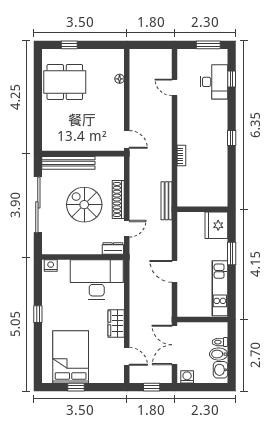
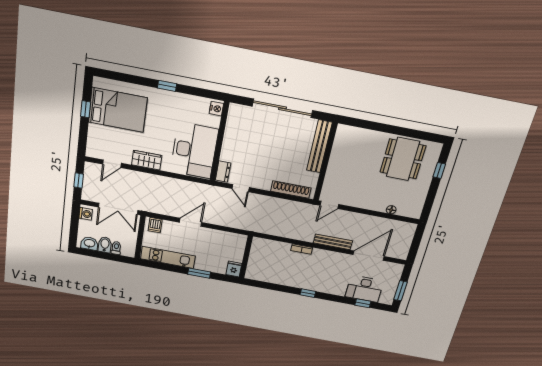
door: (175, 87) -> (369, 256), width x1.88
shoe rack: (118, 200) -> (291, 190), moved
bench: (167, 201) -> (333, 242), moved
spiral stairs: (84, 205) -> (273, 153), removed
fridge: (216, 225) -> (234, 269), width x0.53, depth x0.75
dishwasher: (185, 306) -> (155, 225), added
double door: (175, 345) -> (118, 209), swing flipped

